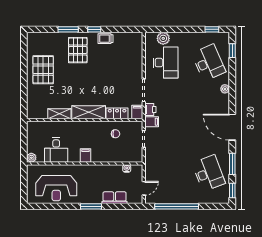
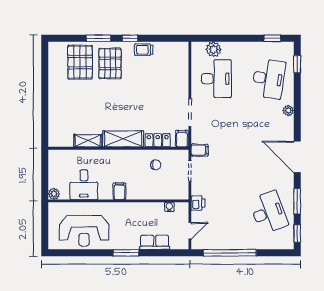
desk: (209, 63) -> (269, 79), turned 33
pallet: (43, 70) -> (80, 62), moved
printer: (150, 110) -> (198, 203), moved

